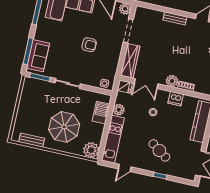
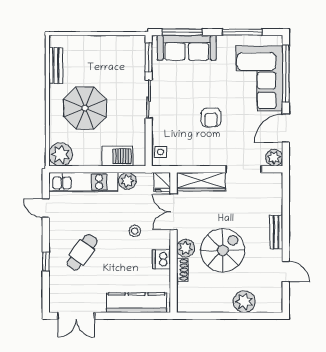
sofa: (38, 56) -> (187, 48), width x1.36
spiral stairs: (179, 57) -> (223, 250), added

